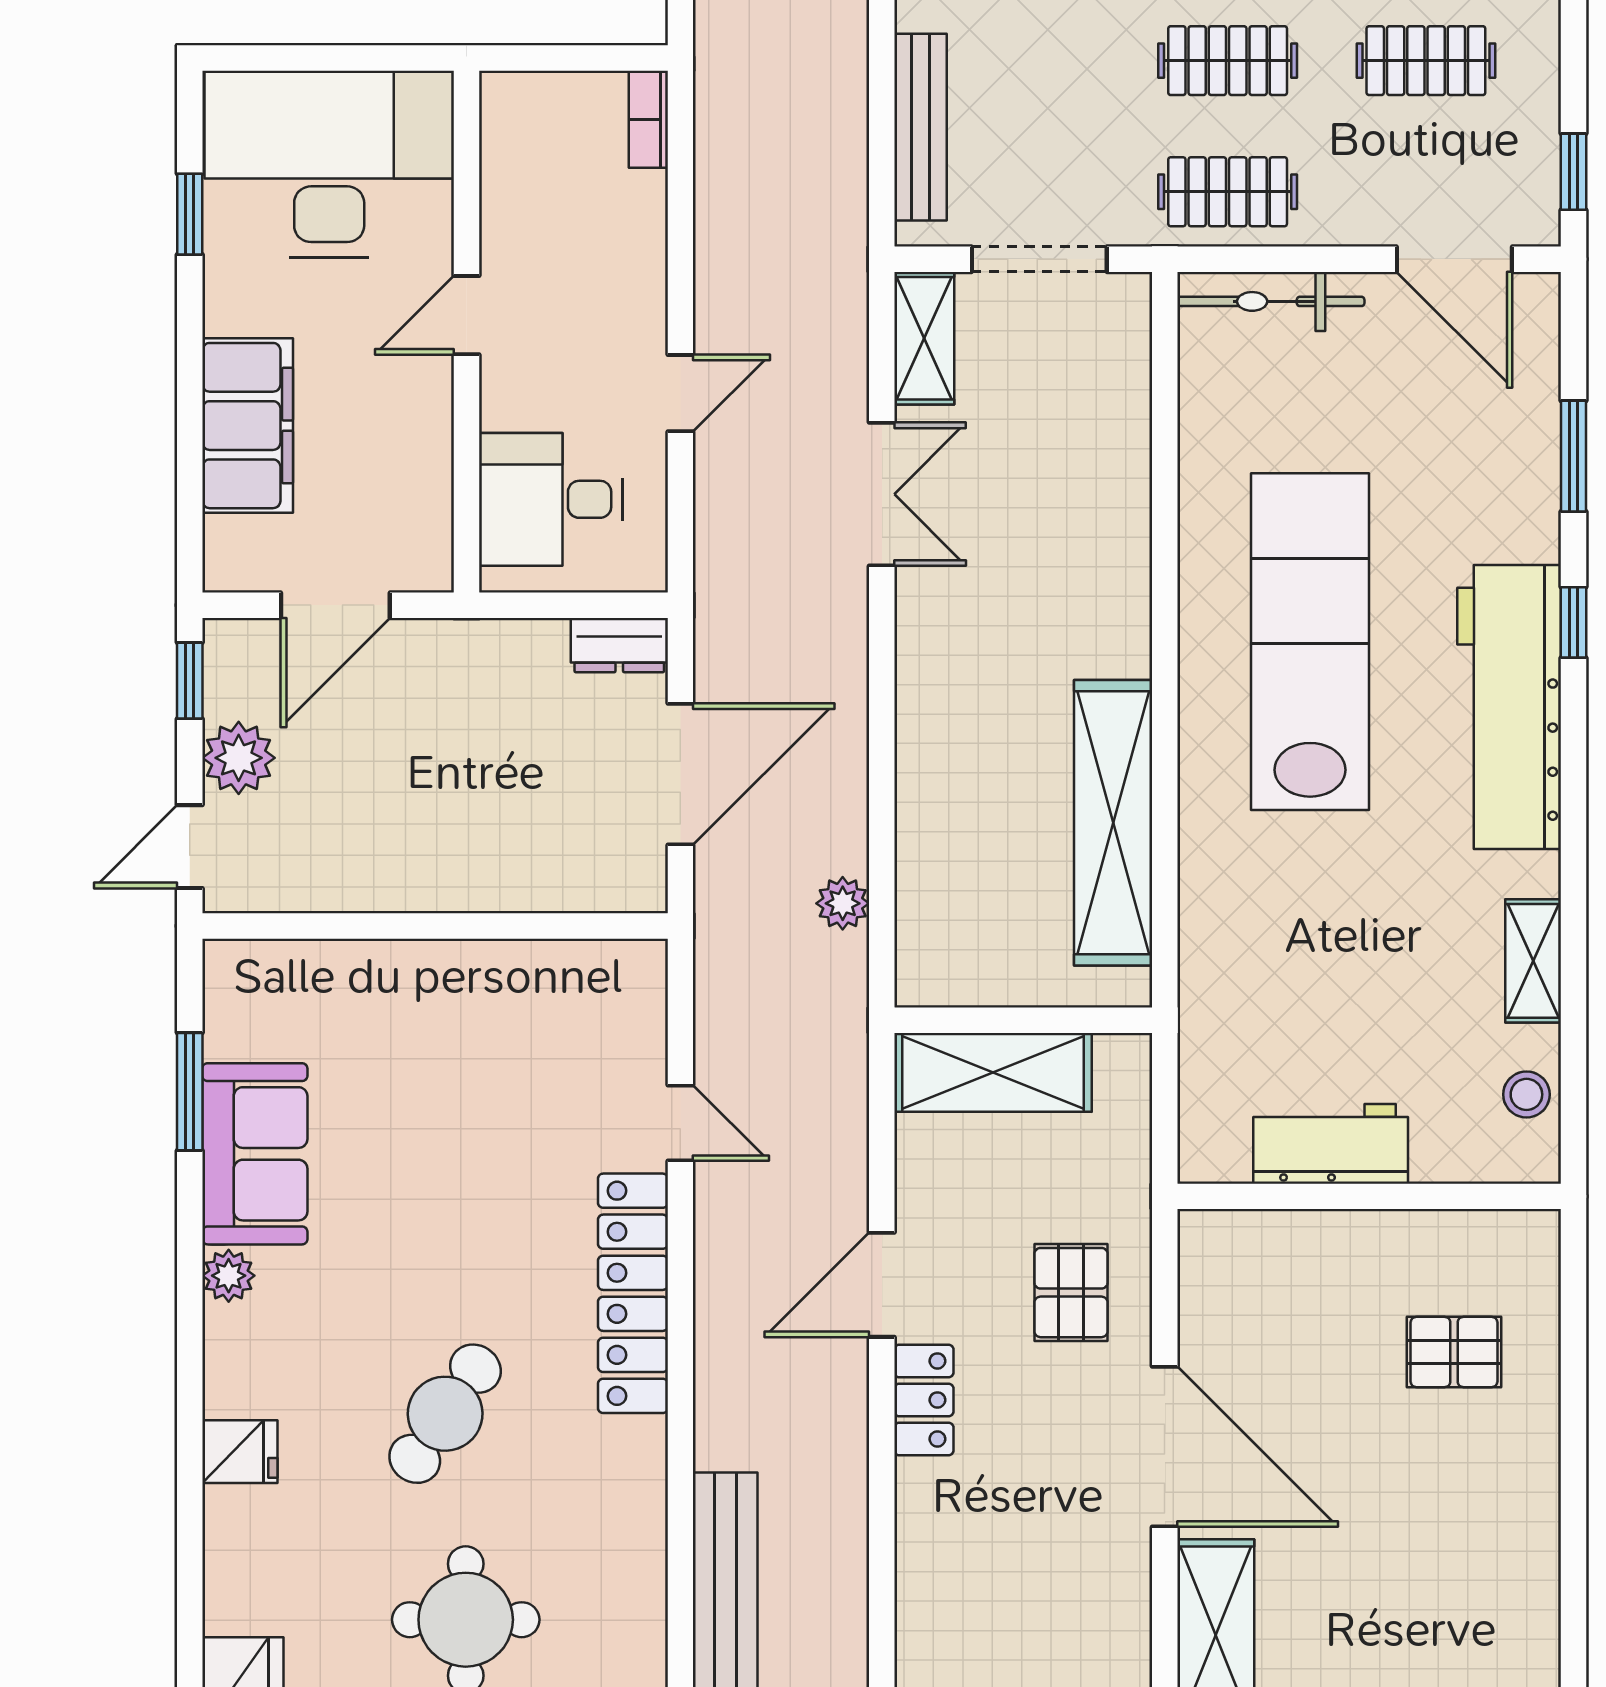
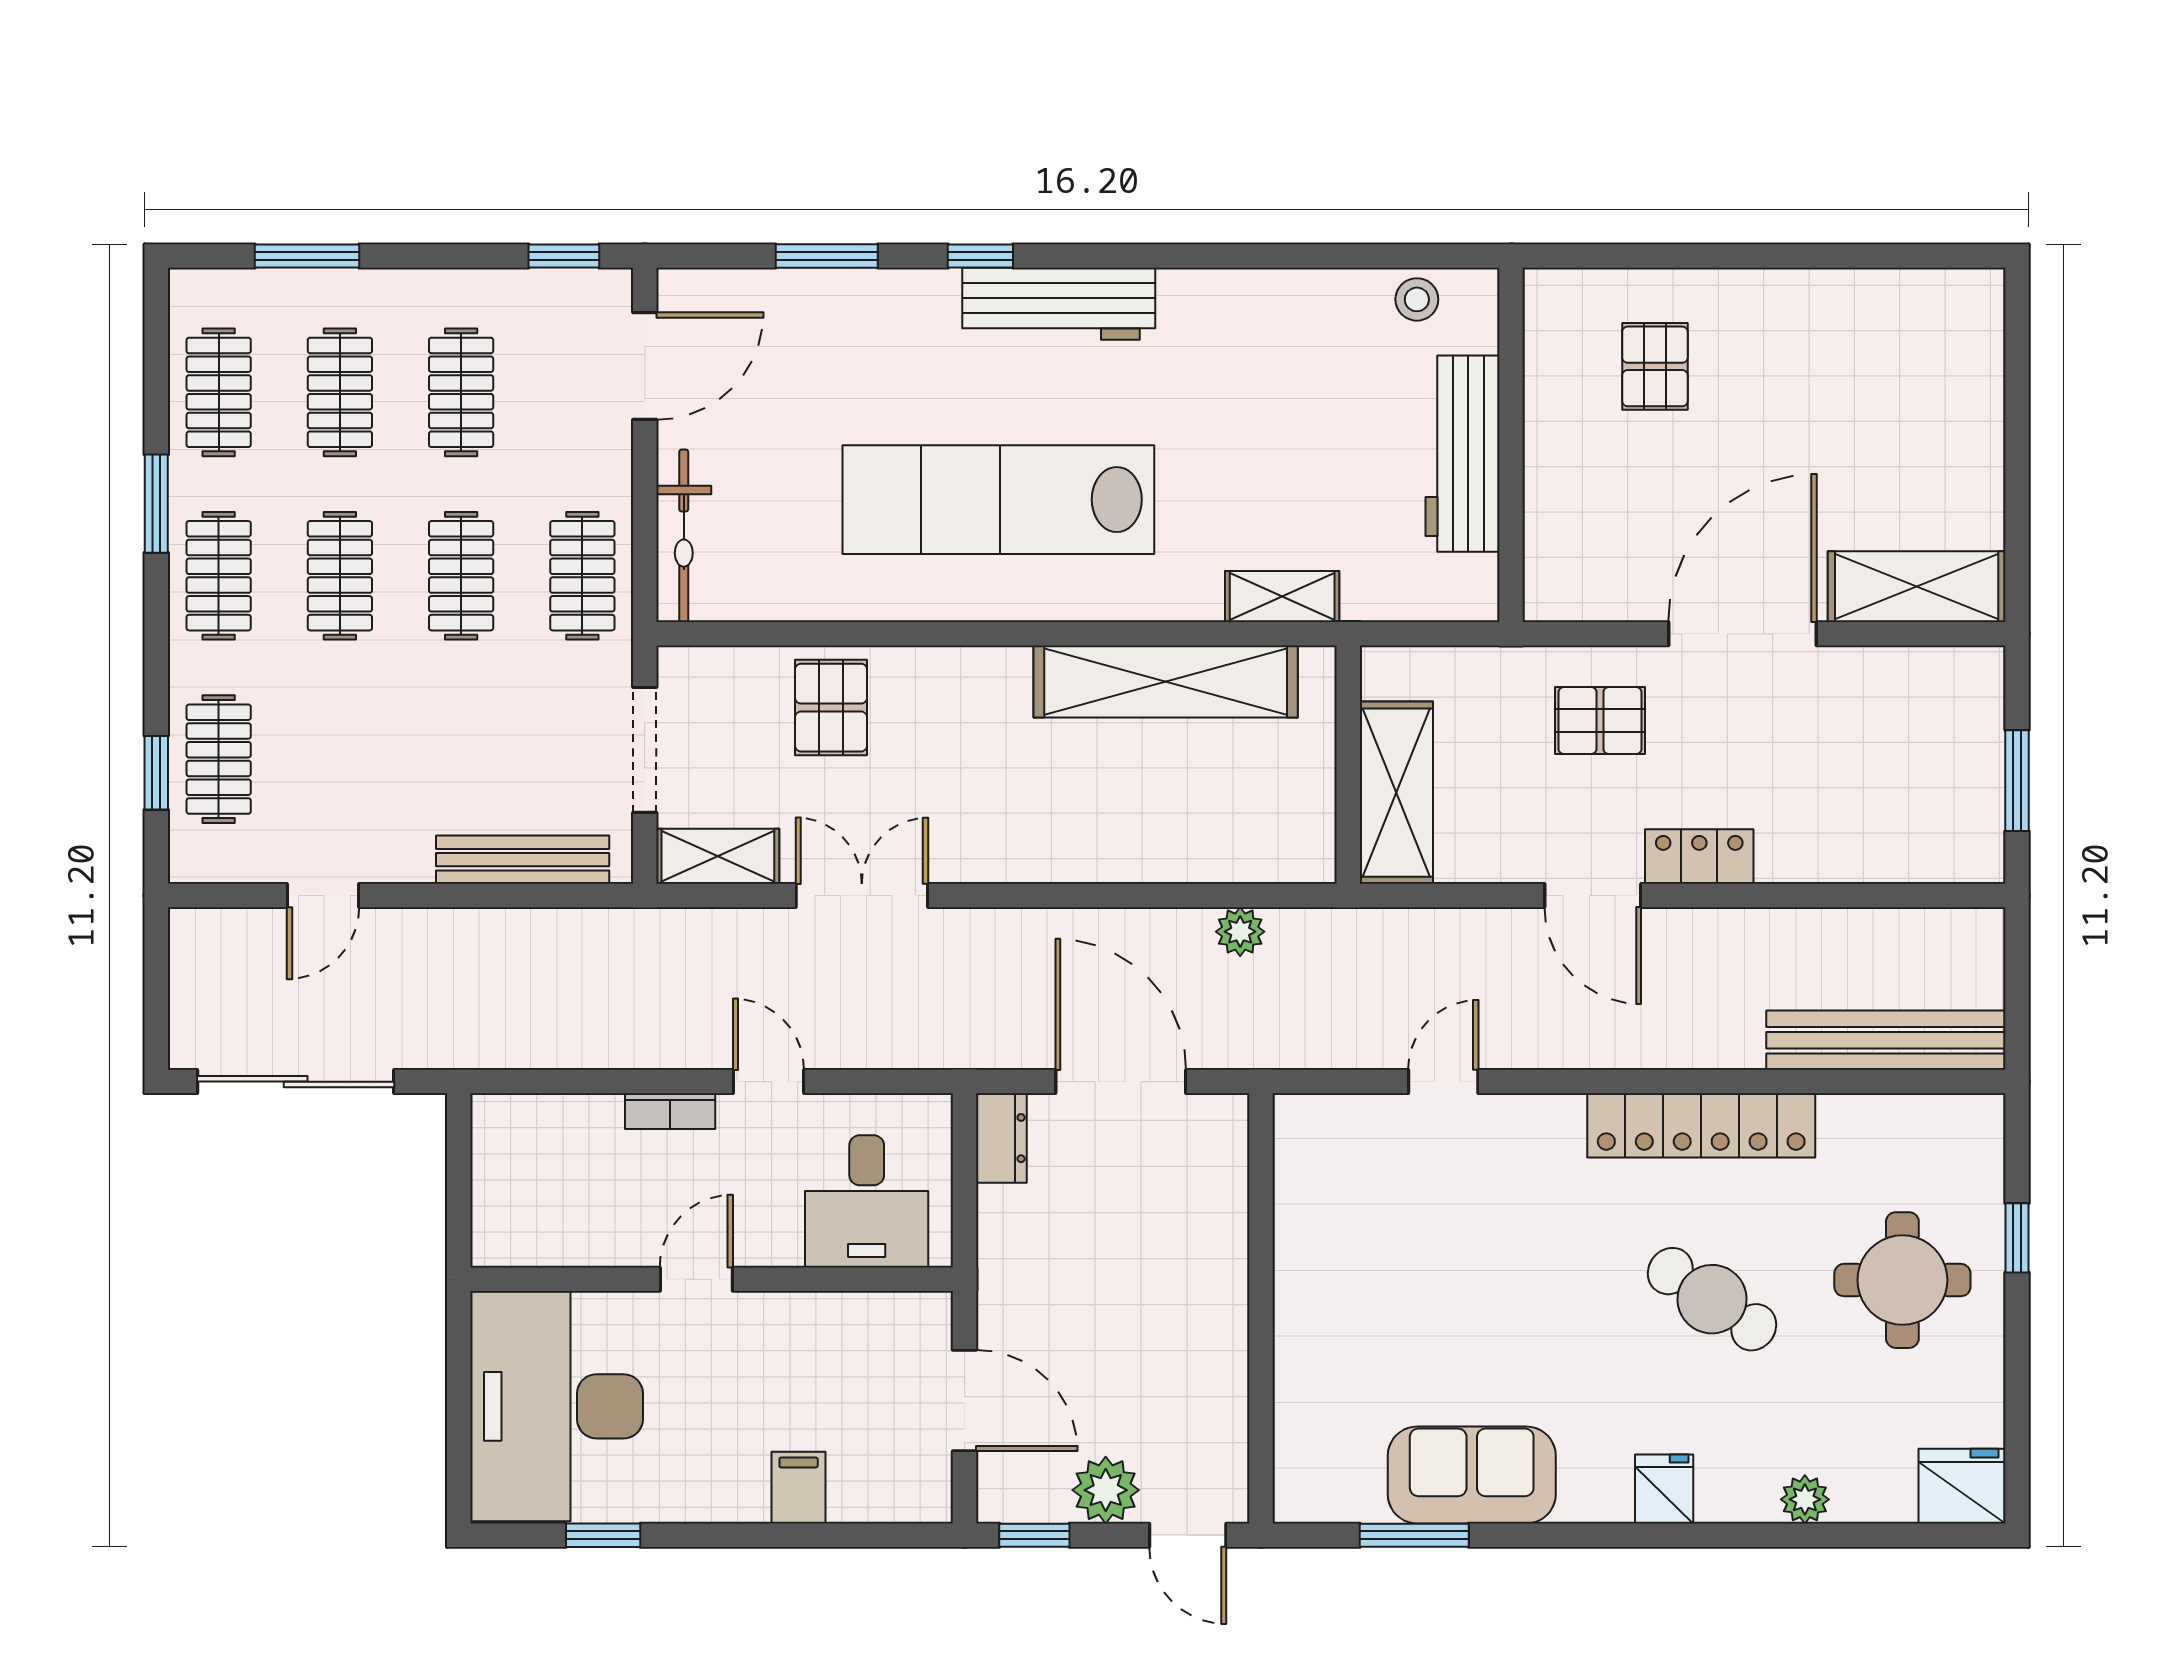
bookcase: (648, 119) -> (670, 1111), moved
door: (467, 315) -> (696, 1279), swing flipped
filing cabinet: (248, 426) -> (799, 1488), width x0.33, depth x0.86
pallet: (1085, 461) -> (831, 708), added
workbench: (1509, 707) -> (1059, 304), width x0.73, depth x0.76
shelving: (1533, 961) -> (1282, 597), moved
workbench: (1331, 1144) -> (1463, 454), width x1.38
plant: (229, 1276) -> (1805, 1499), moved
locker: (633, 1293) -> (1701, 1125), moved
fridge: (240, 1452) -> (1664, 1489), moved

